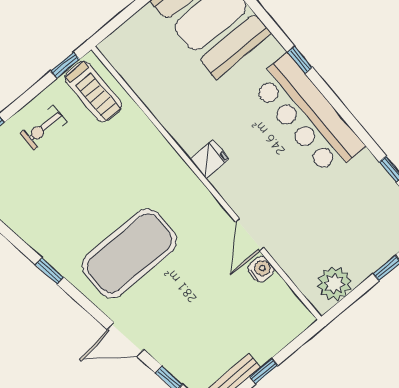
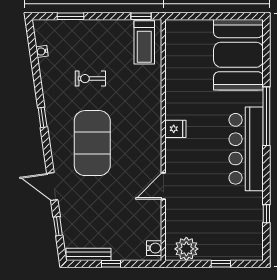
window: (300, 60) -> (266, 116), width x3.17
exercise bike: (43, 128) -> (90, 79), moved
exercise mat: (129, 253) -> (92, 143), turned 90
water cooler: (261, 269) -> (154, 248), moved

